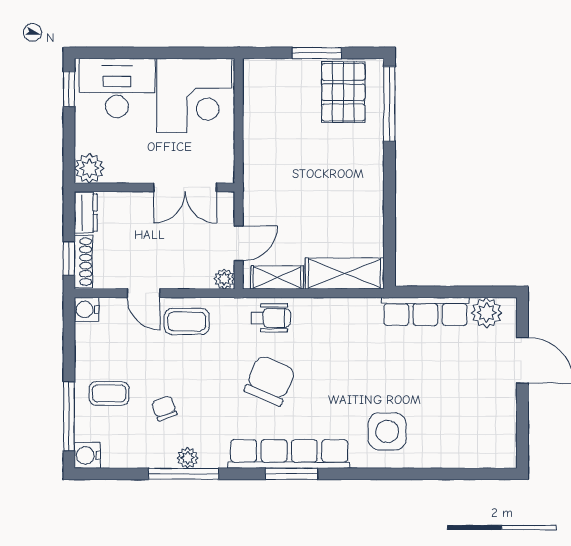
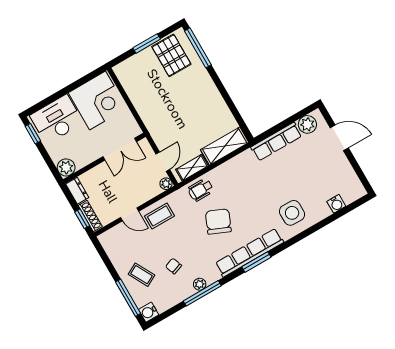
water cooler: (87, 309) -> (336, 204), moved, turned -90
wheelchair: (271, 318) -> (201, 190), turned 180
coffee table: (109, 393) -> (141, 275), turned 62

